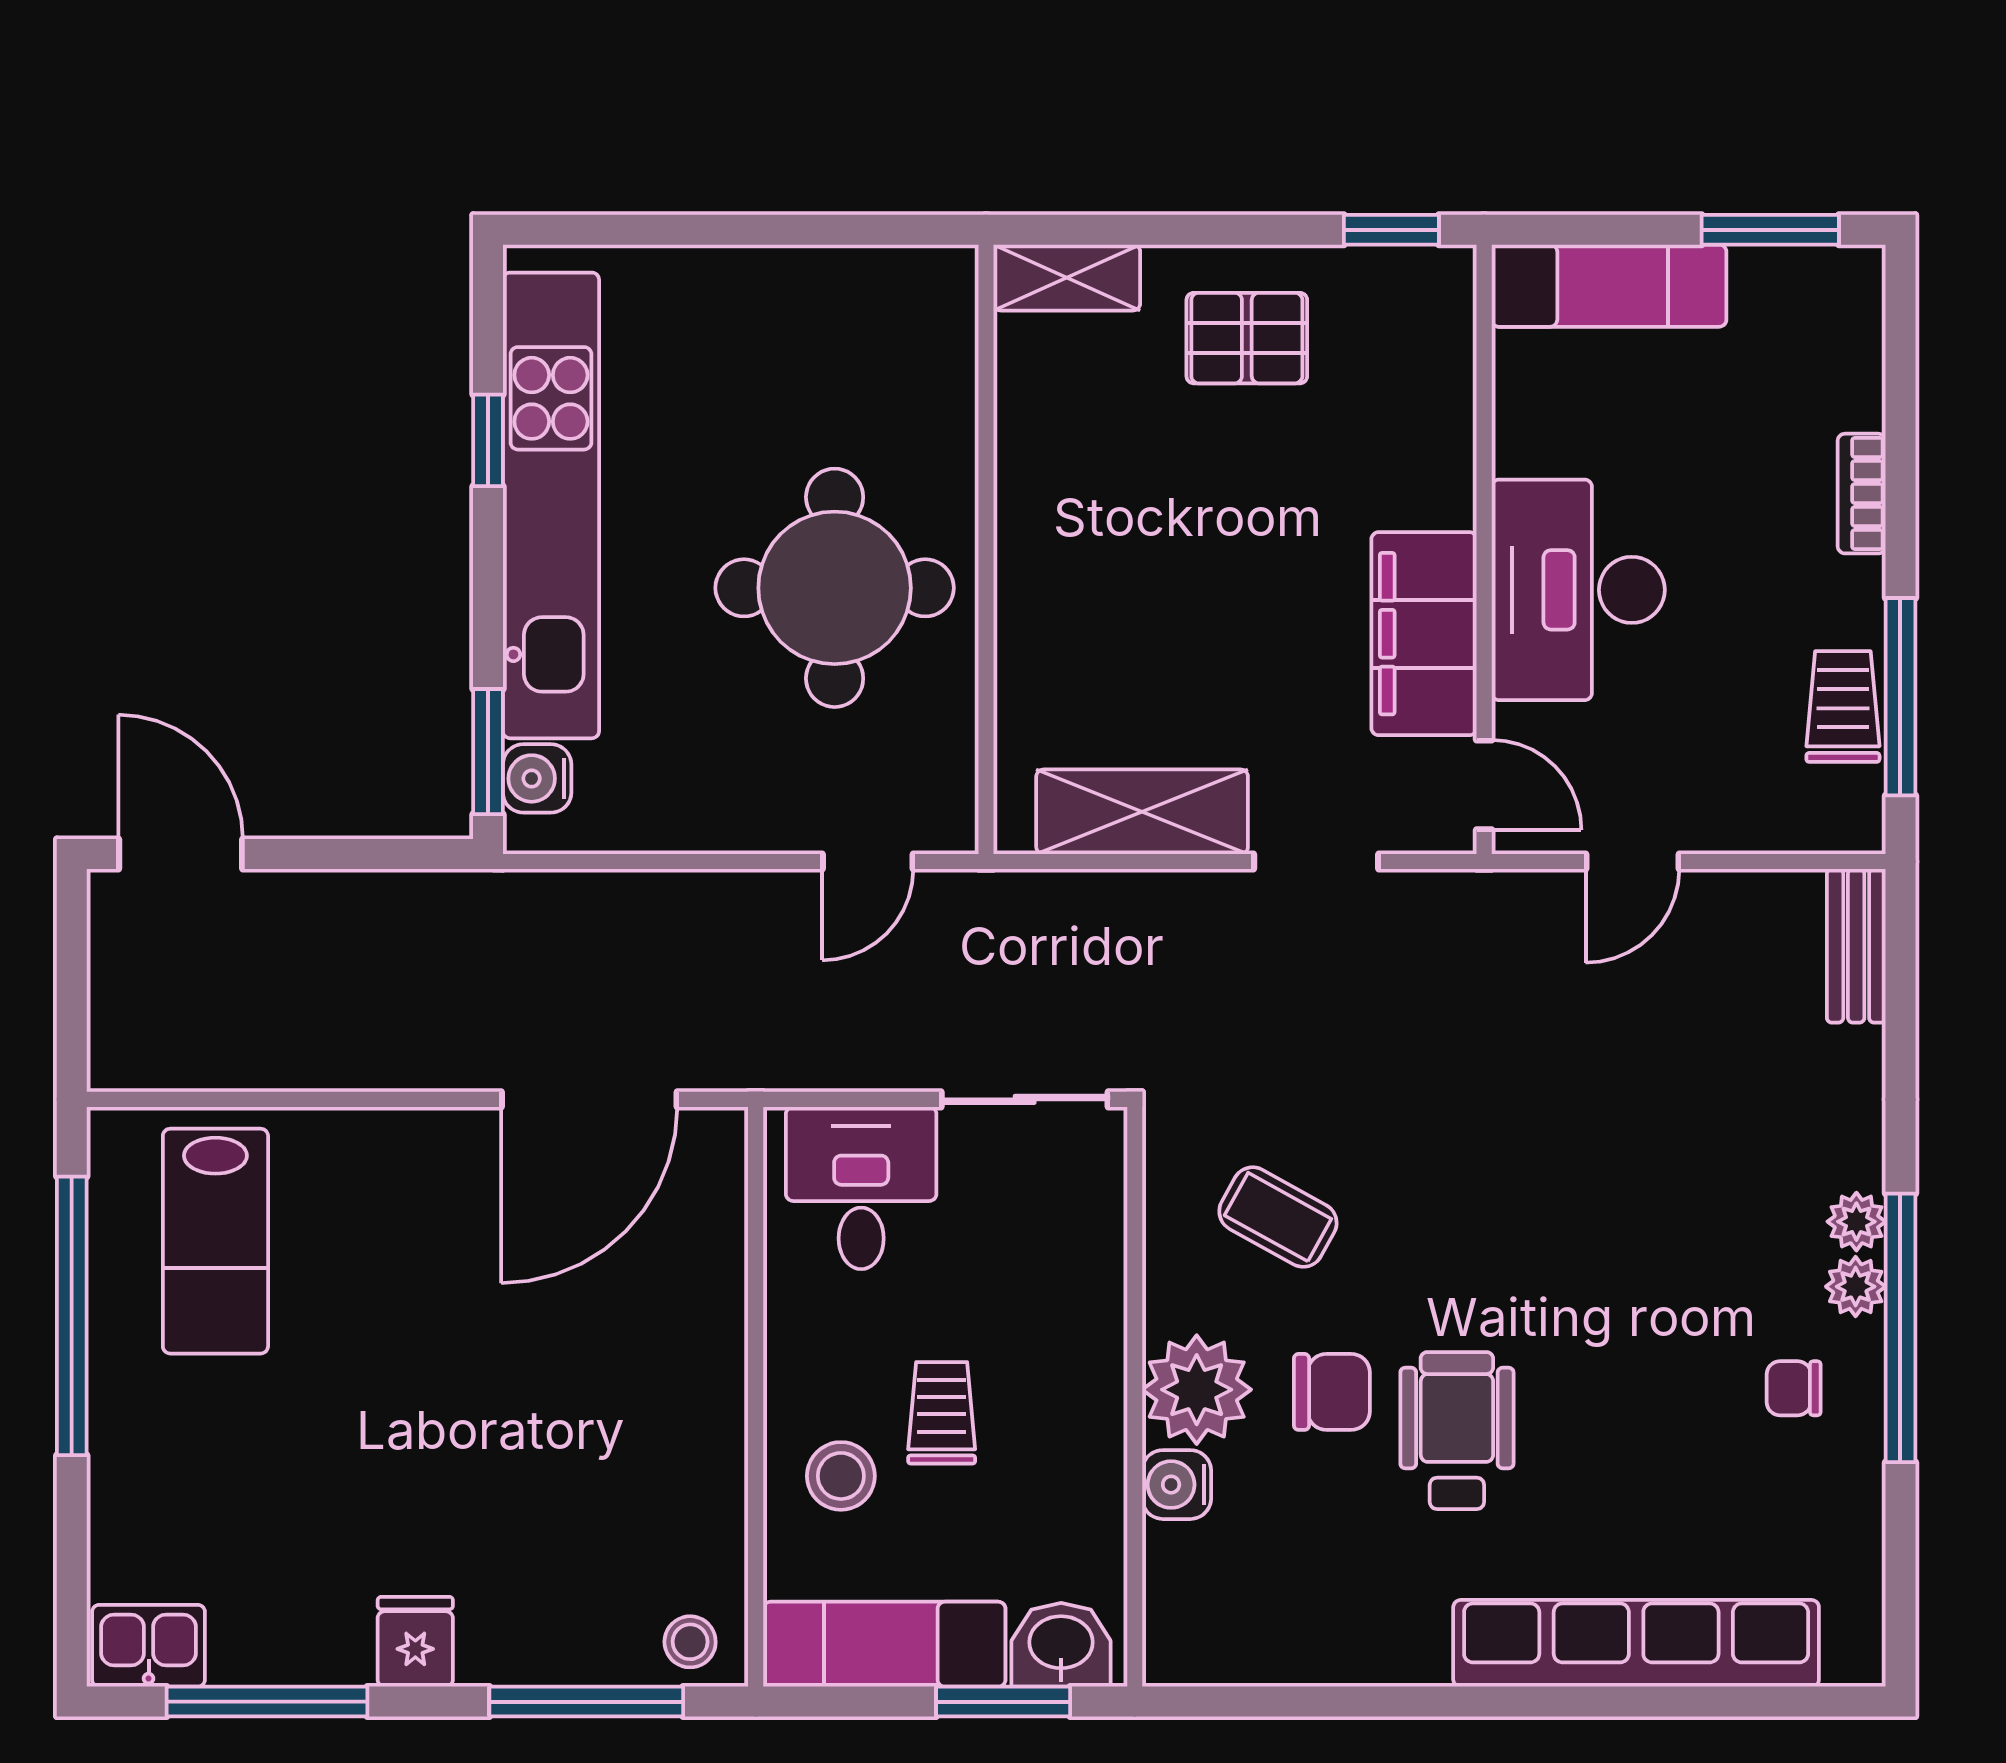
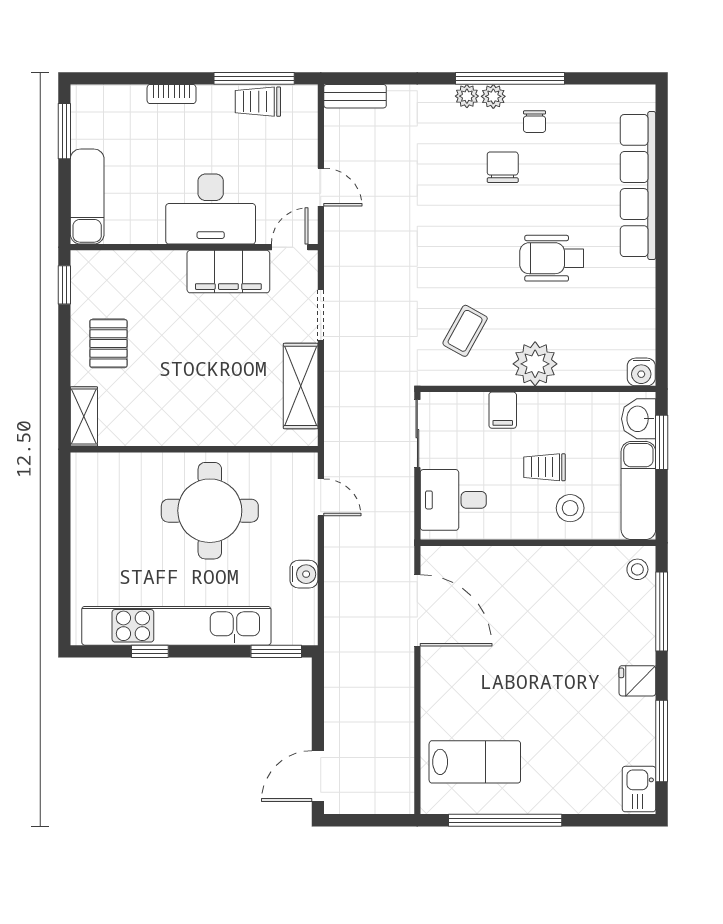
water cooler: (537, 778) -> (304, 574), moved, turned -90
filing cabinet: (1082, 1310) -> (503, 410), added
chair: (1332, 1392) -> (503, 167), moved
water cooler: (1177, 1485) -> (641, 372), moved

